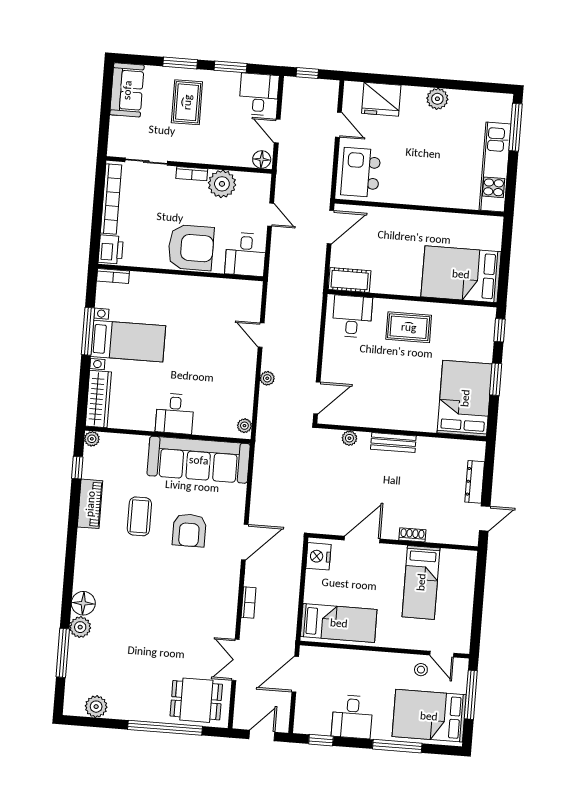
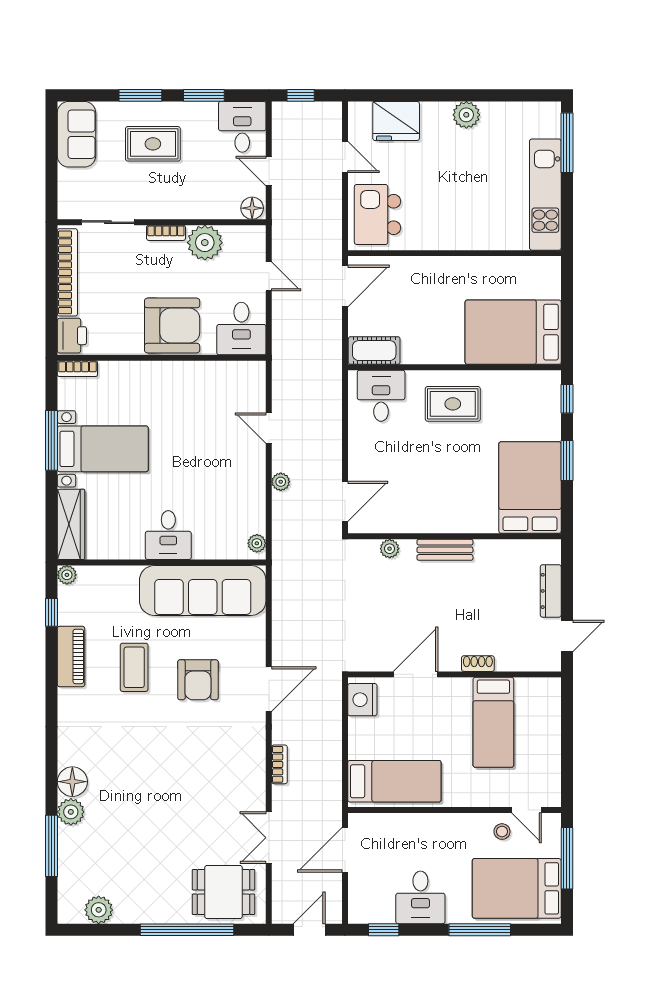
rug: (187, 102) -> (153, 144), turned 90

